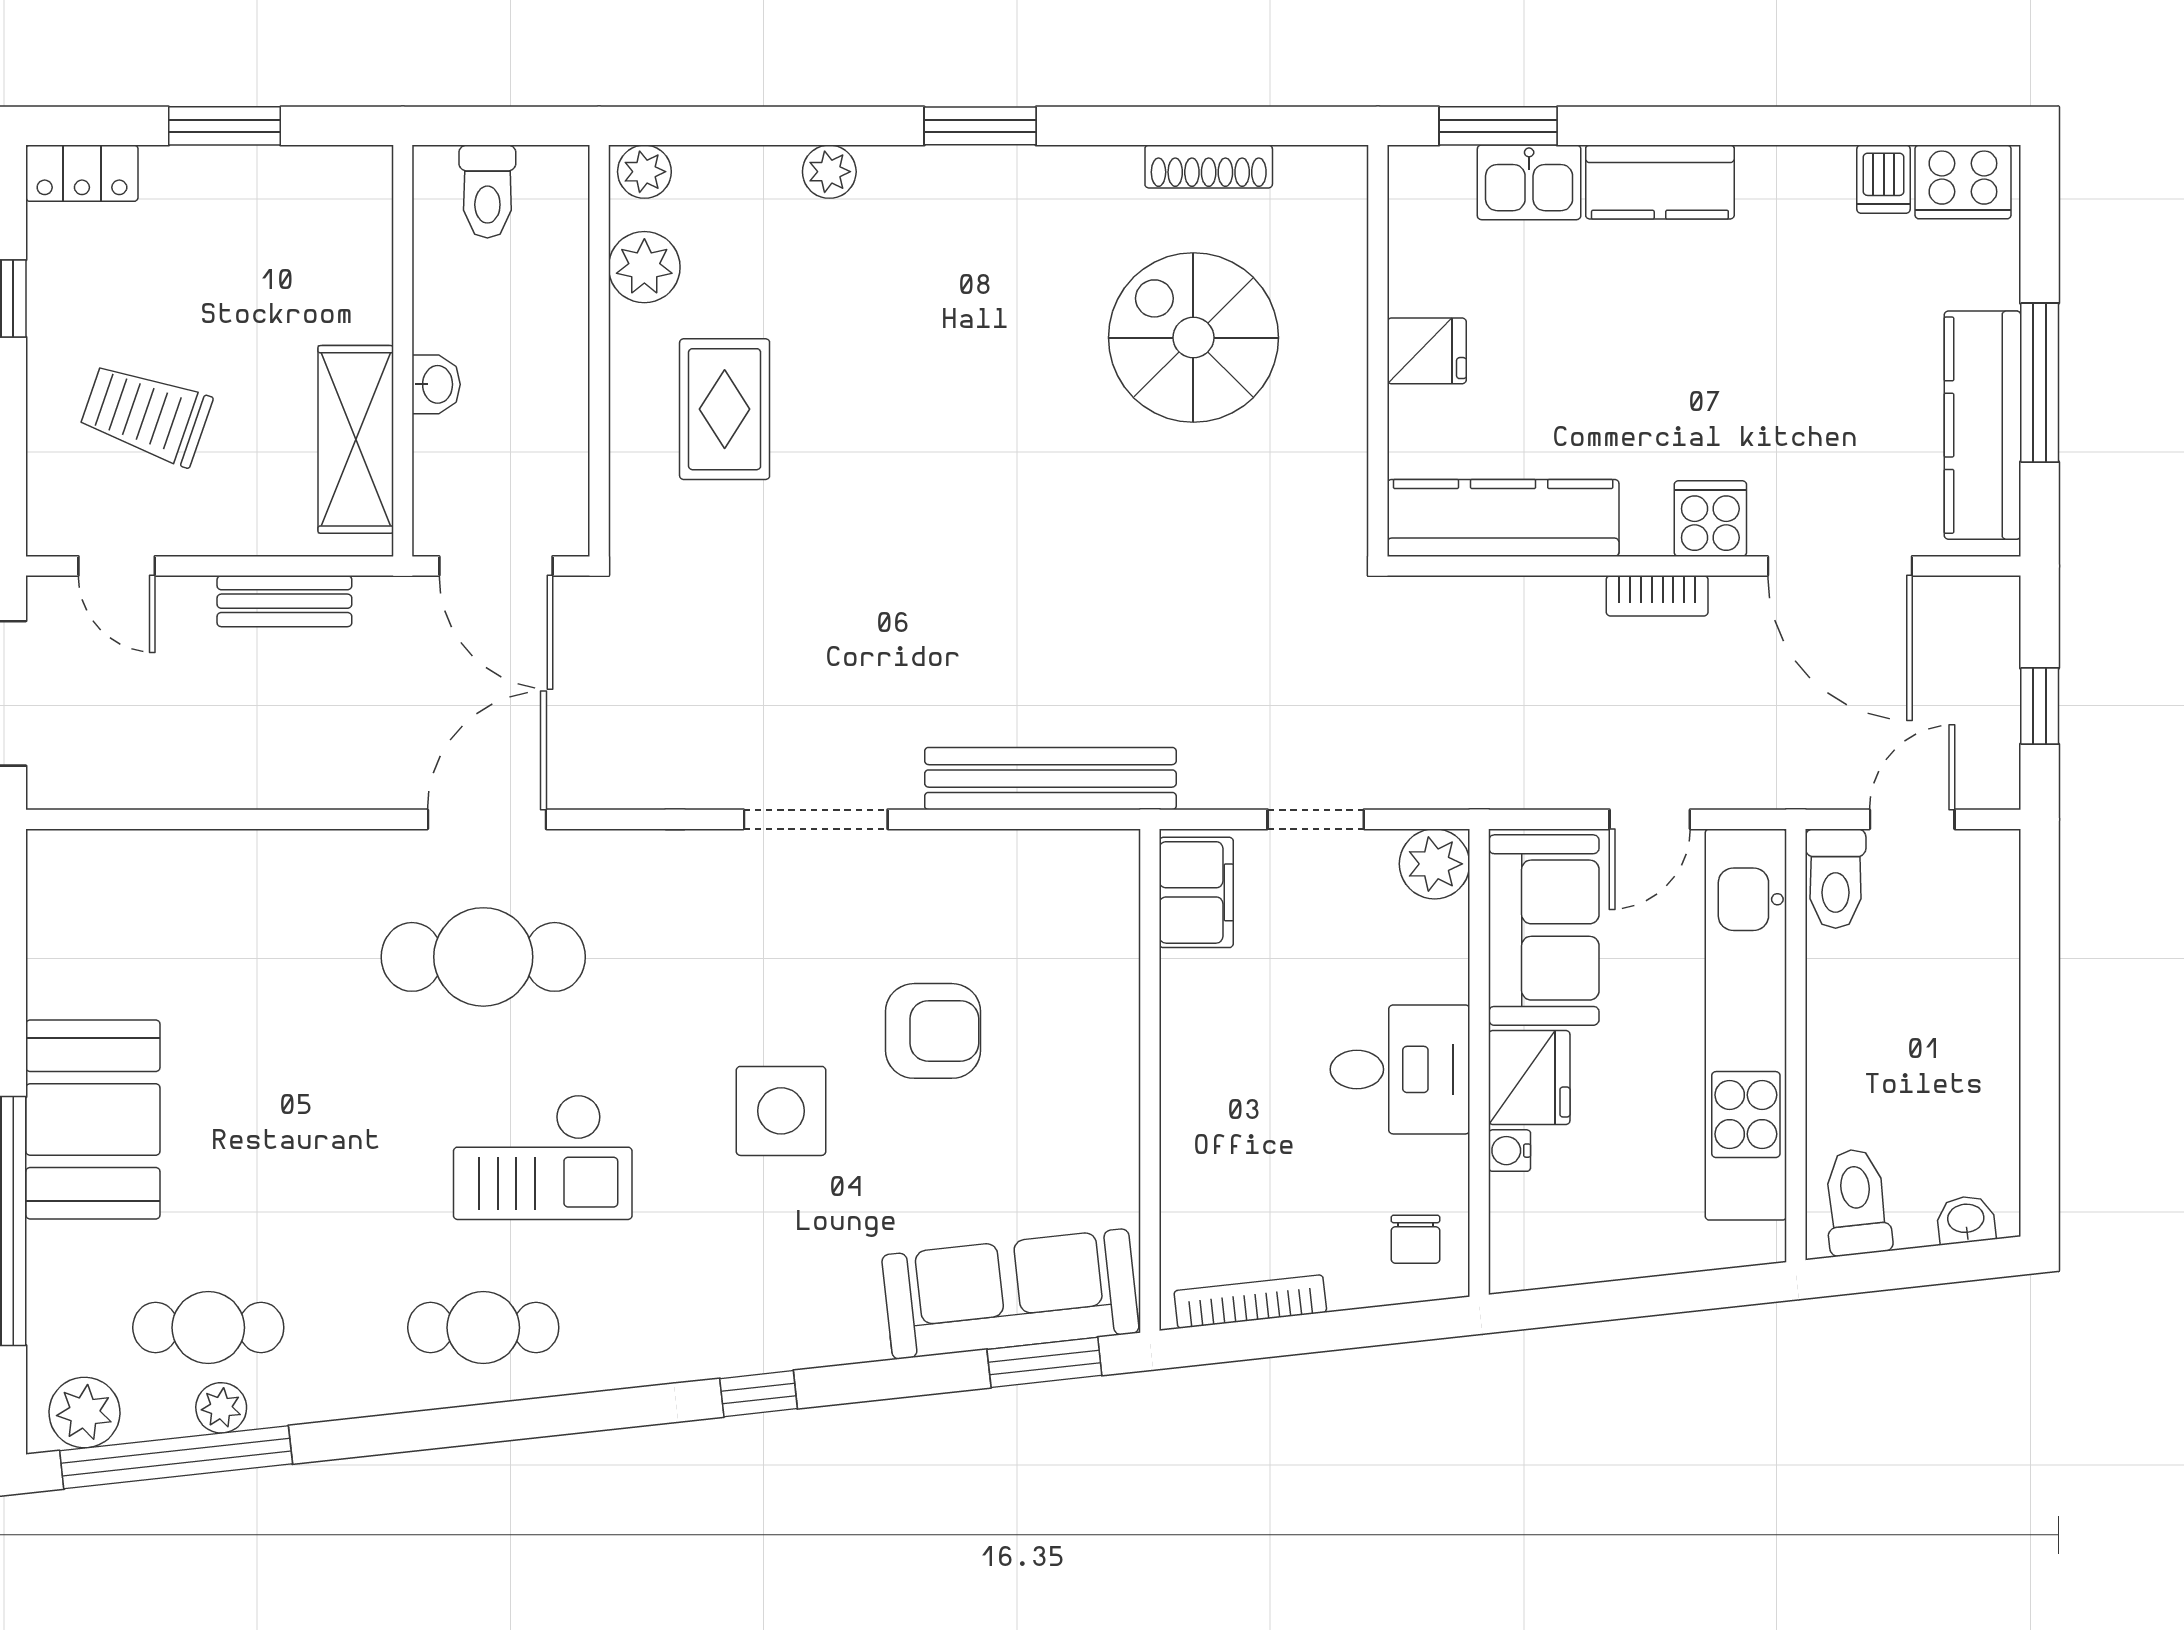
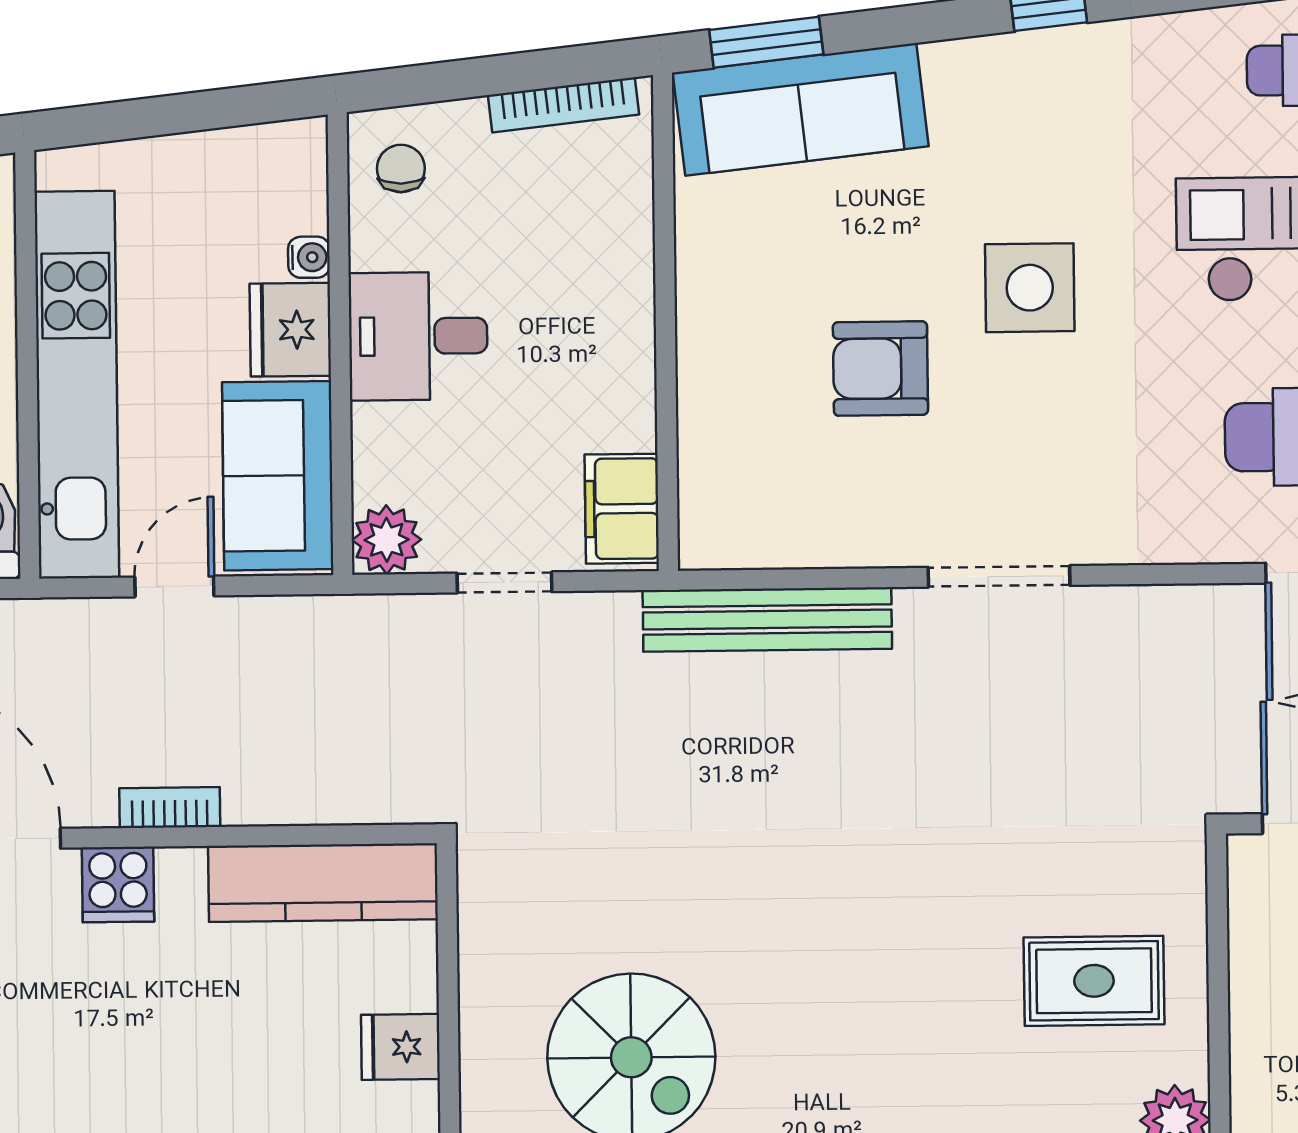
rug: (725, 409) -> (1094, 981), turned 90

